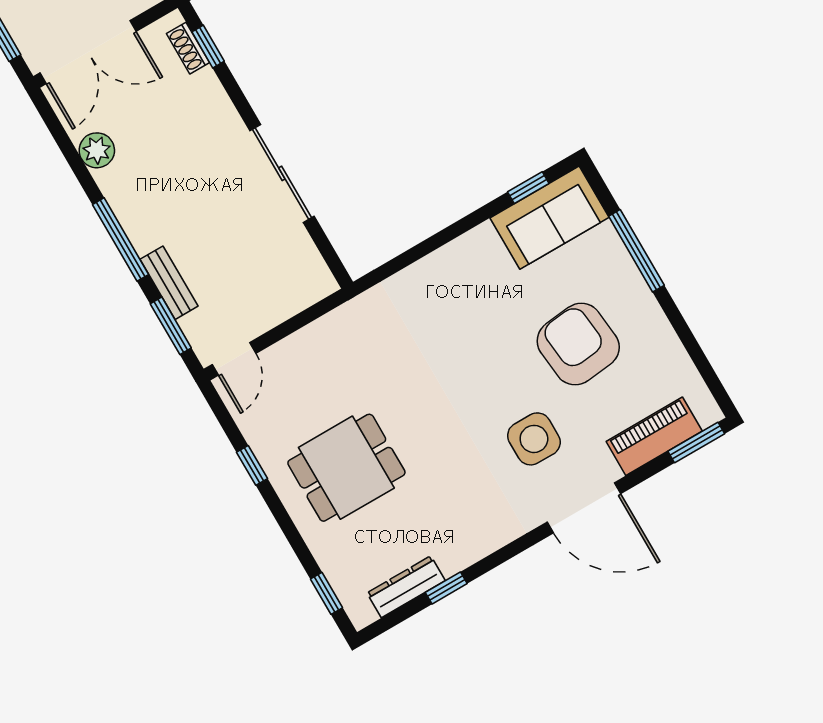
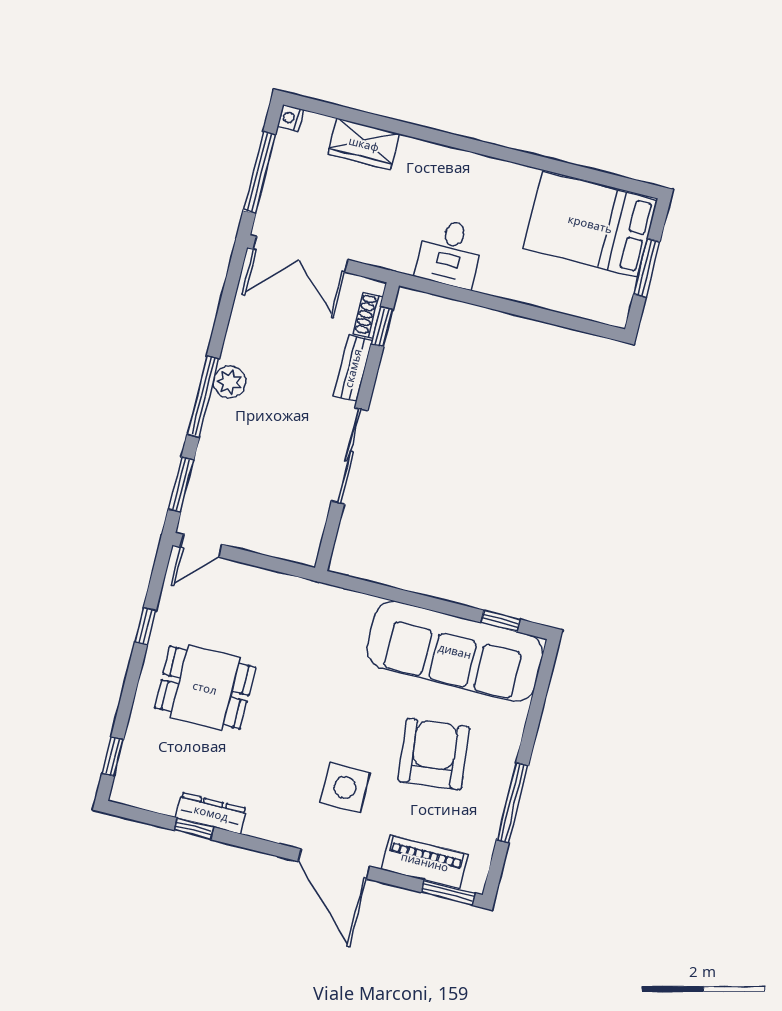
plant: (97, 150) -> (230, 382), moved
sofa: (550, 218) -> (455, 651), width x1.85, depth x1.27
window: (636, 251) -> (512, 803), moved
bench: (169, 283) -> (353, 368), moved
dresser: (406, 587) -> (211, 813), moved

